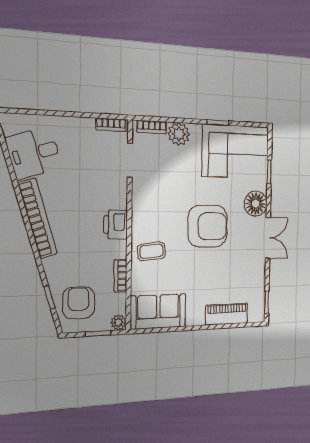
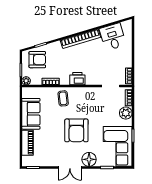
sofa: (158, 311) -> (31, 114), moved

